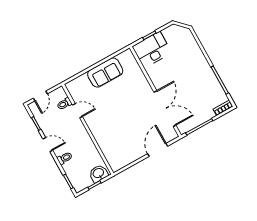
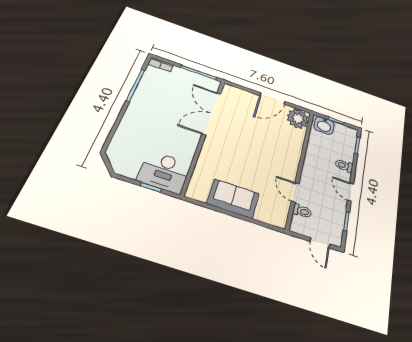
door: (40, 96) -> (320, 243), swing flipped
door: (158, 150) -> (272, 98), moved
plant: (117, 160) -> (298, 119), added

